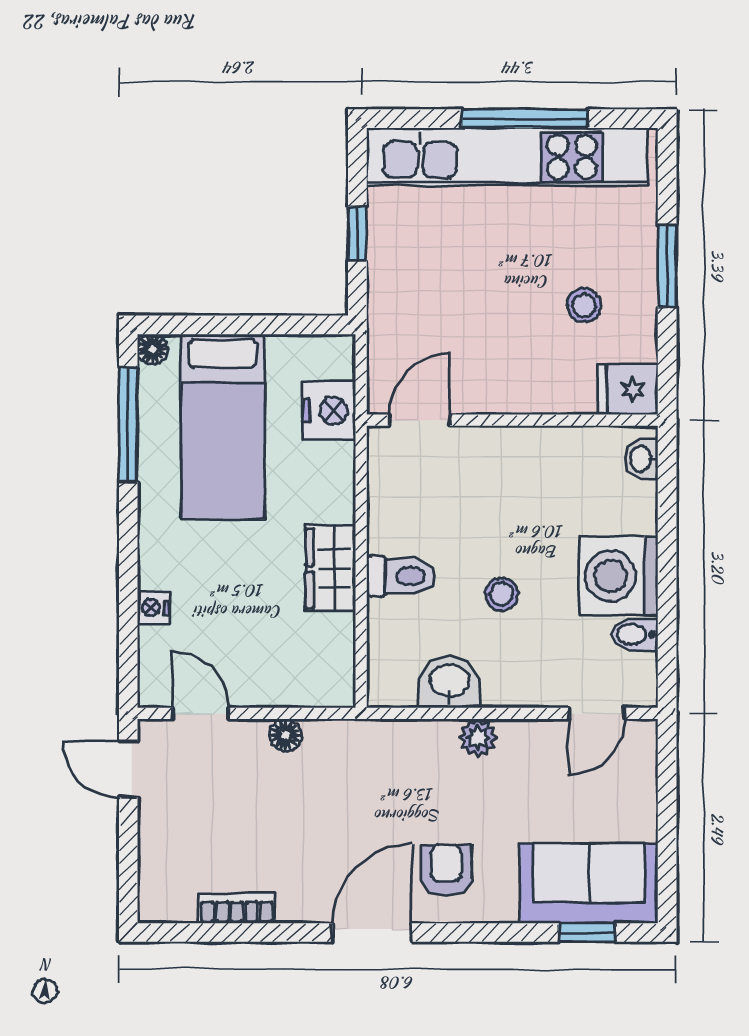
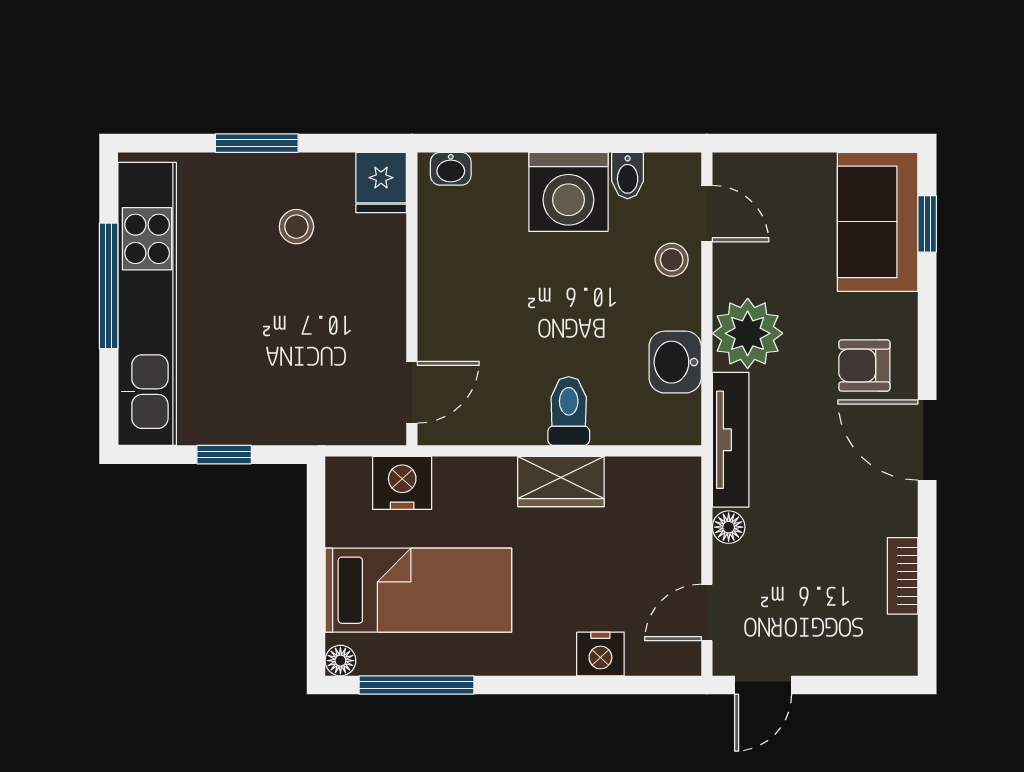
door: (419, 420) -> (412, 392), swing flipped
stool: (502, 594) -> (672, 260), moved
nightstand: (153, 608) -> (600, 654), width x1.39, depth x1.35
tv unit: (372, 737) -> (731, 440), added
plant: (478, 738) -> (748, 333), width x1.88, depth x1.88

